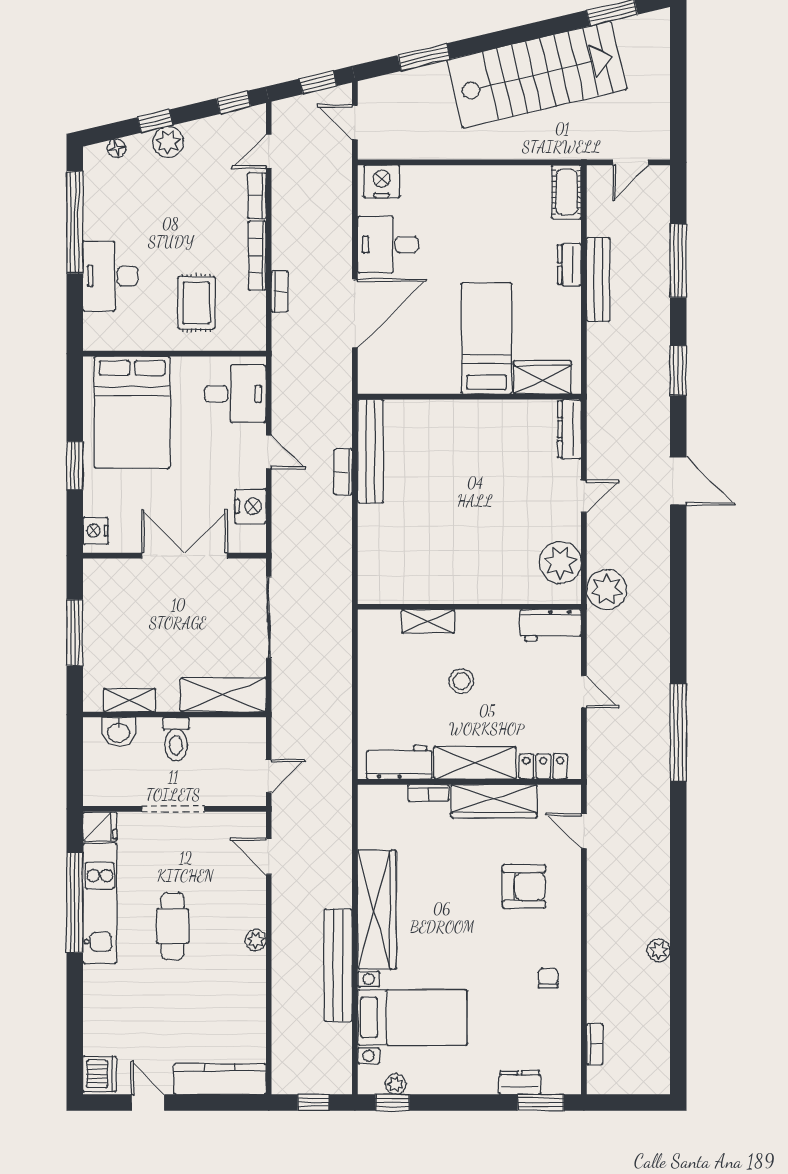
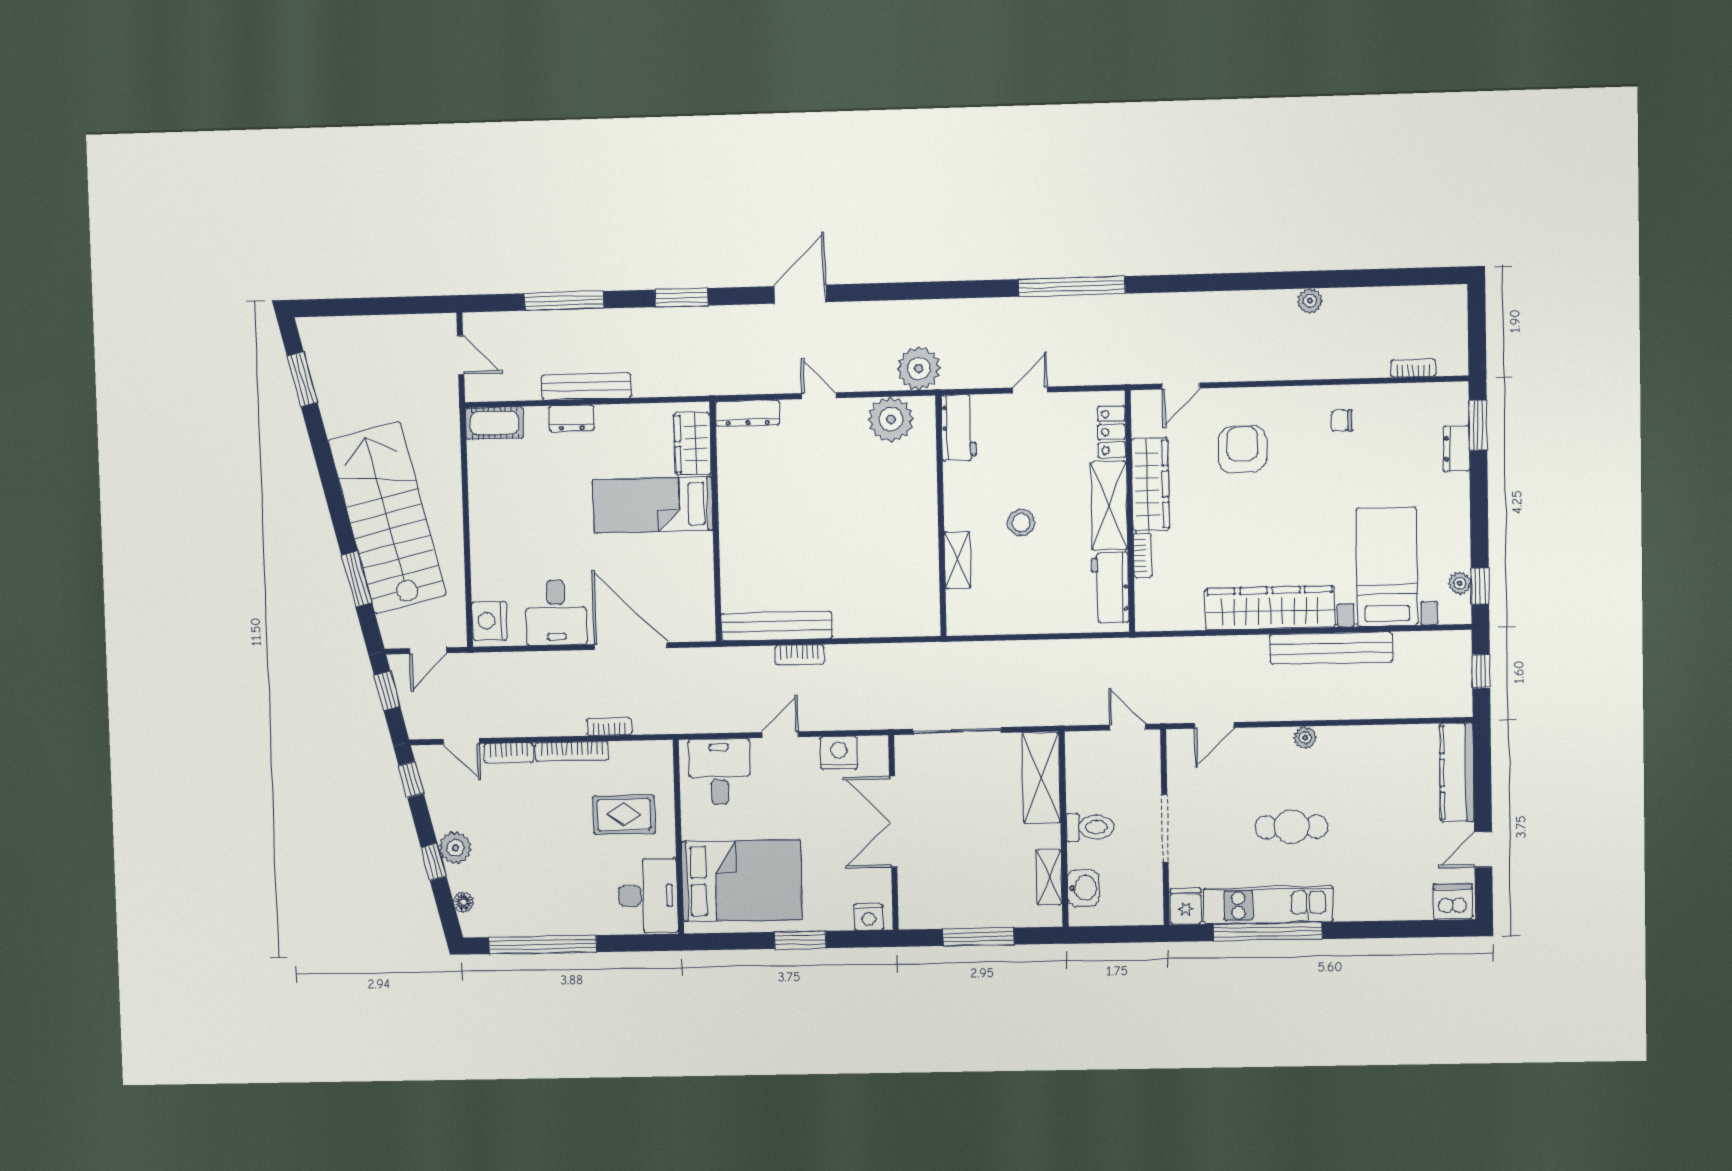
stairs: (537, 75) -> (387, 518), moved
desk: (110, 276) -> (648, 896), moved, turned -90

